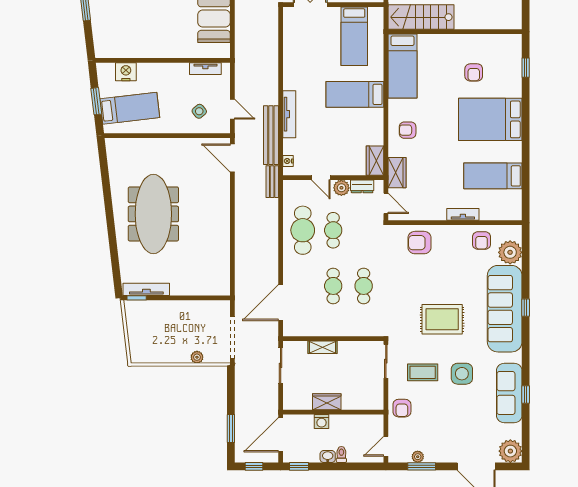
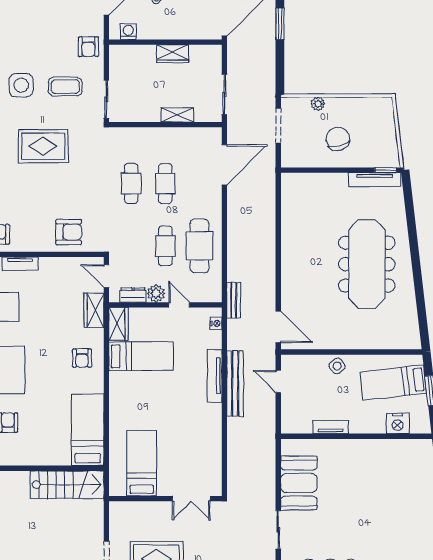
tv unit: (205, 69) -> (331, 427), moved
bed: (355, 94) -> (141, 356), moved
side table: (199, 111) -> (337, 366), moved
armchair: (408, 130) -> (82, 358), turned 90
bench: (271, 135) -> (235, 384), moved
chair: (179, 326) -> (338, 139), added
doorway: (232, 338) -> (278, 126), width x0.73
armchair: (402, 408) -> (88, 47), turned 180
washing machine: (321, 422) -> (128, 32), moved

